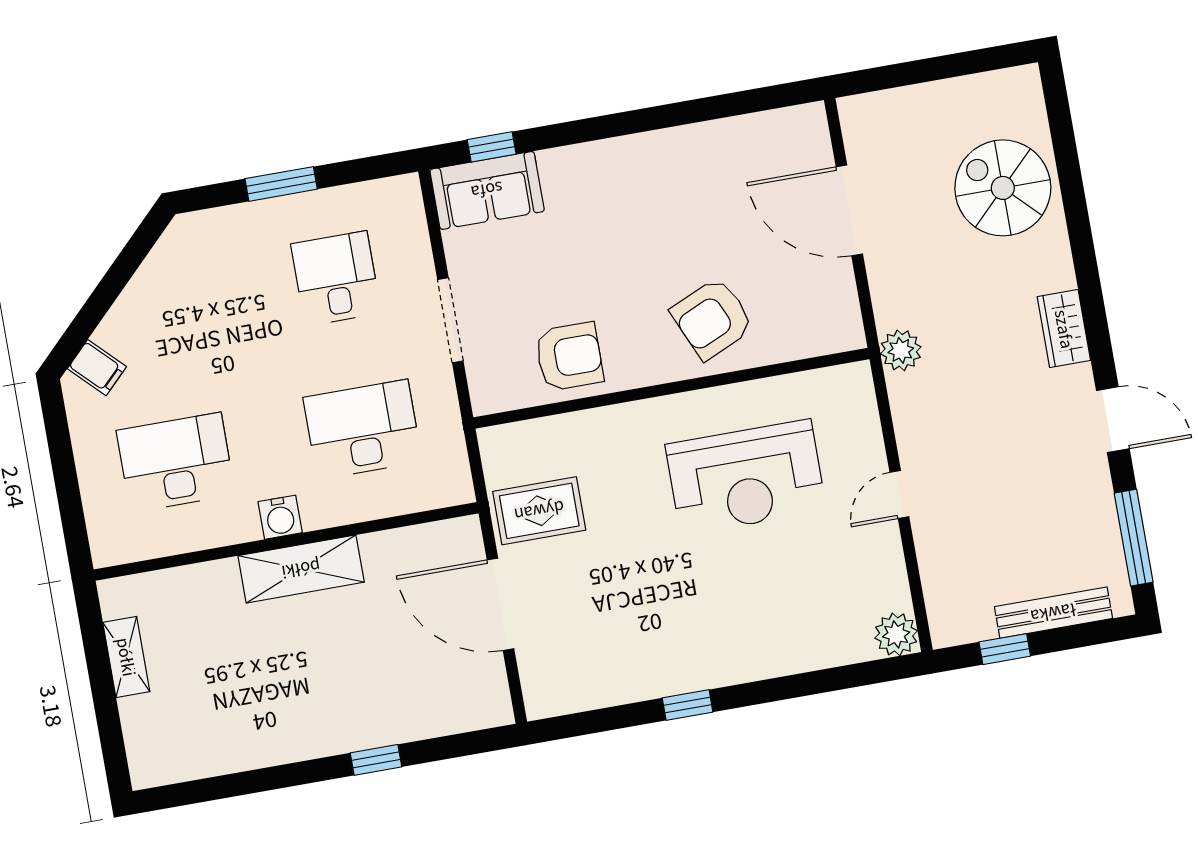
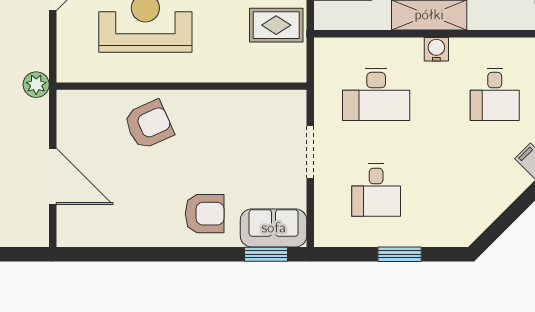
window: (492, 147) -> (266, 254), width x1.50
armchair: (569, 357) -> (205, 214), moved, turned 180
desk: (176, 462) -> (495, 94), width x0.73

